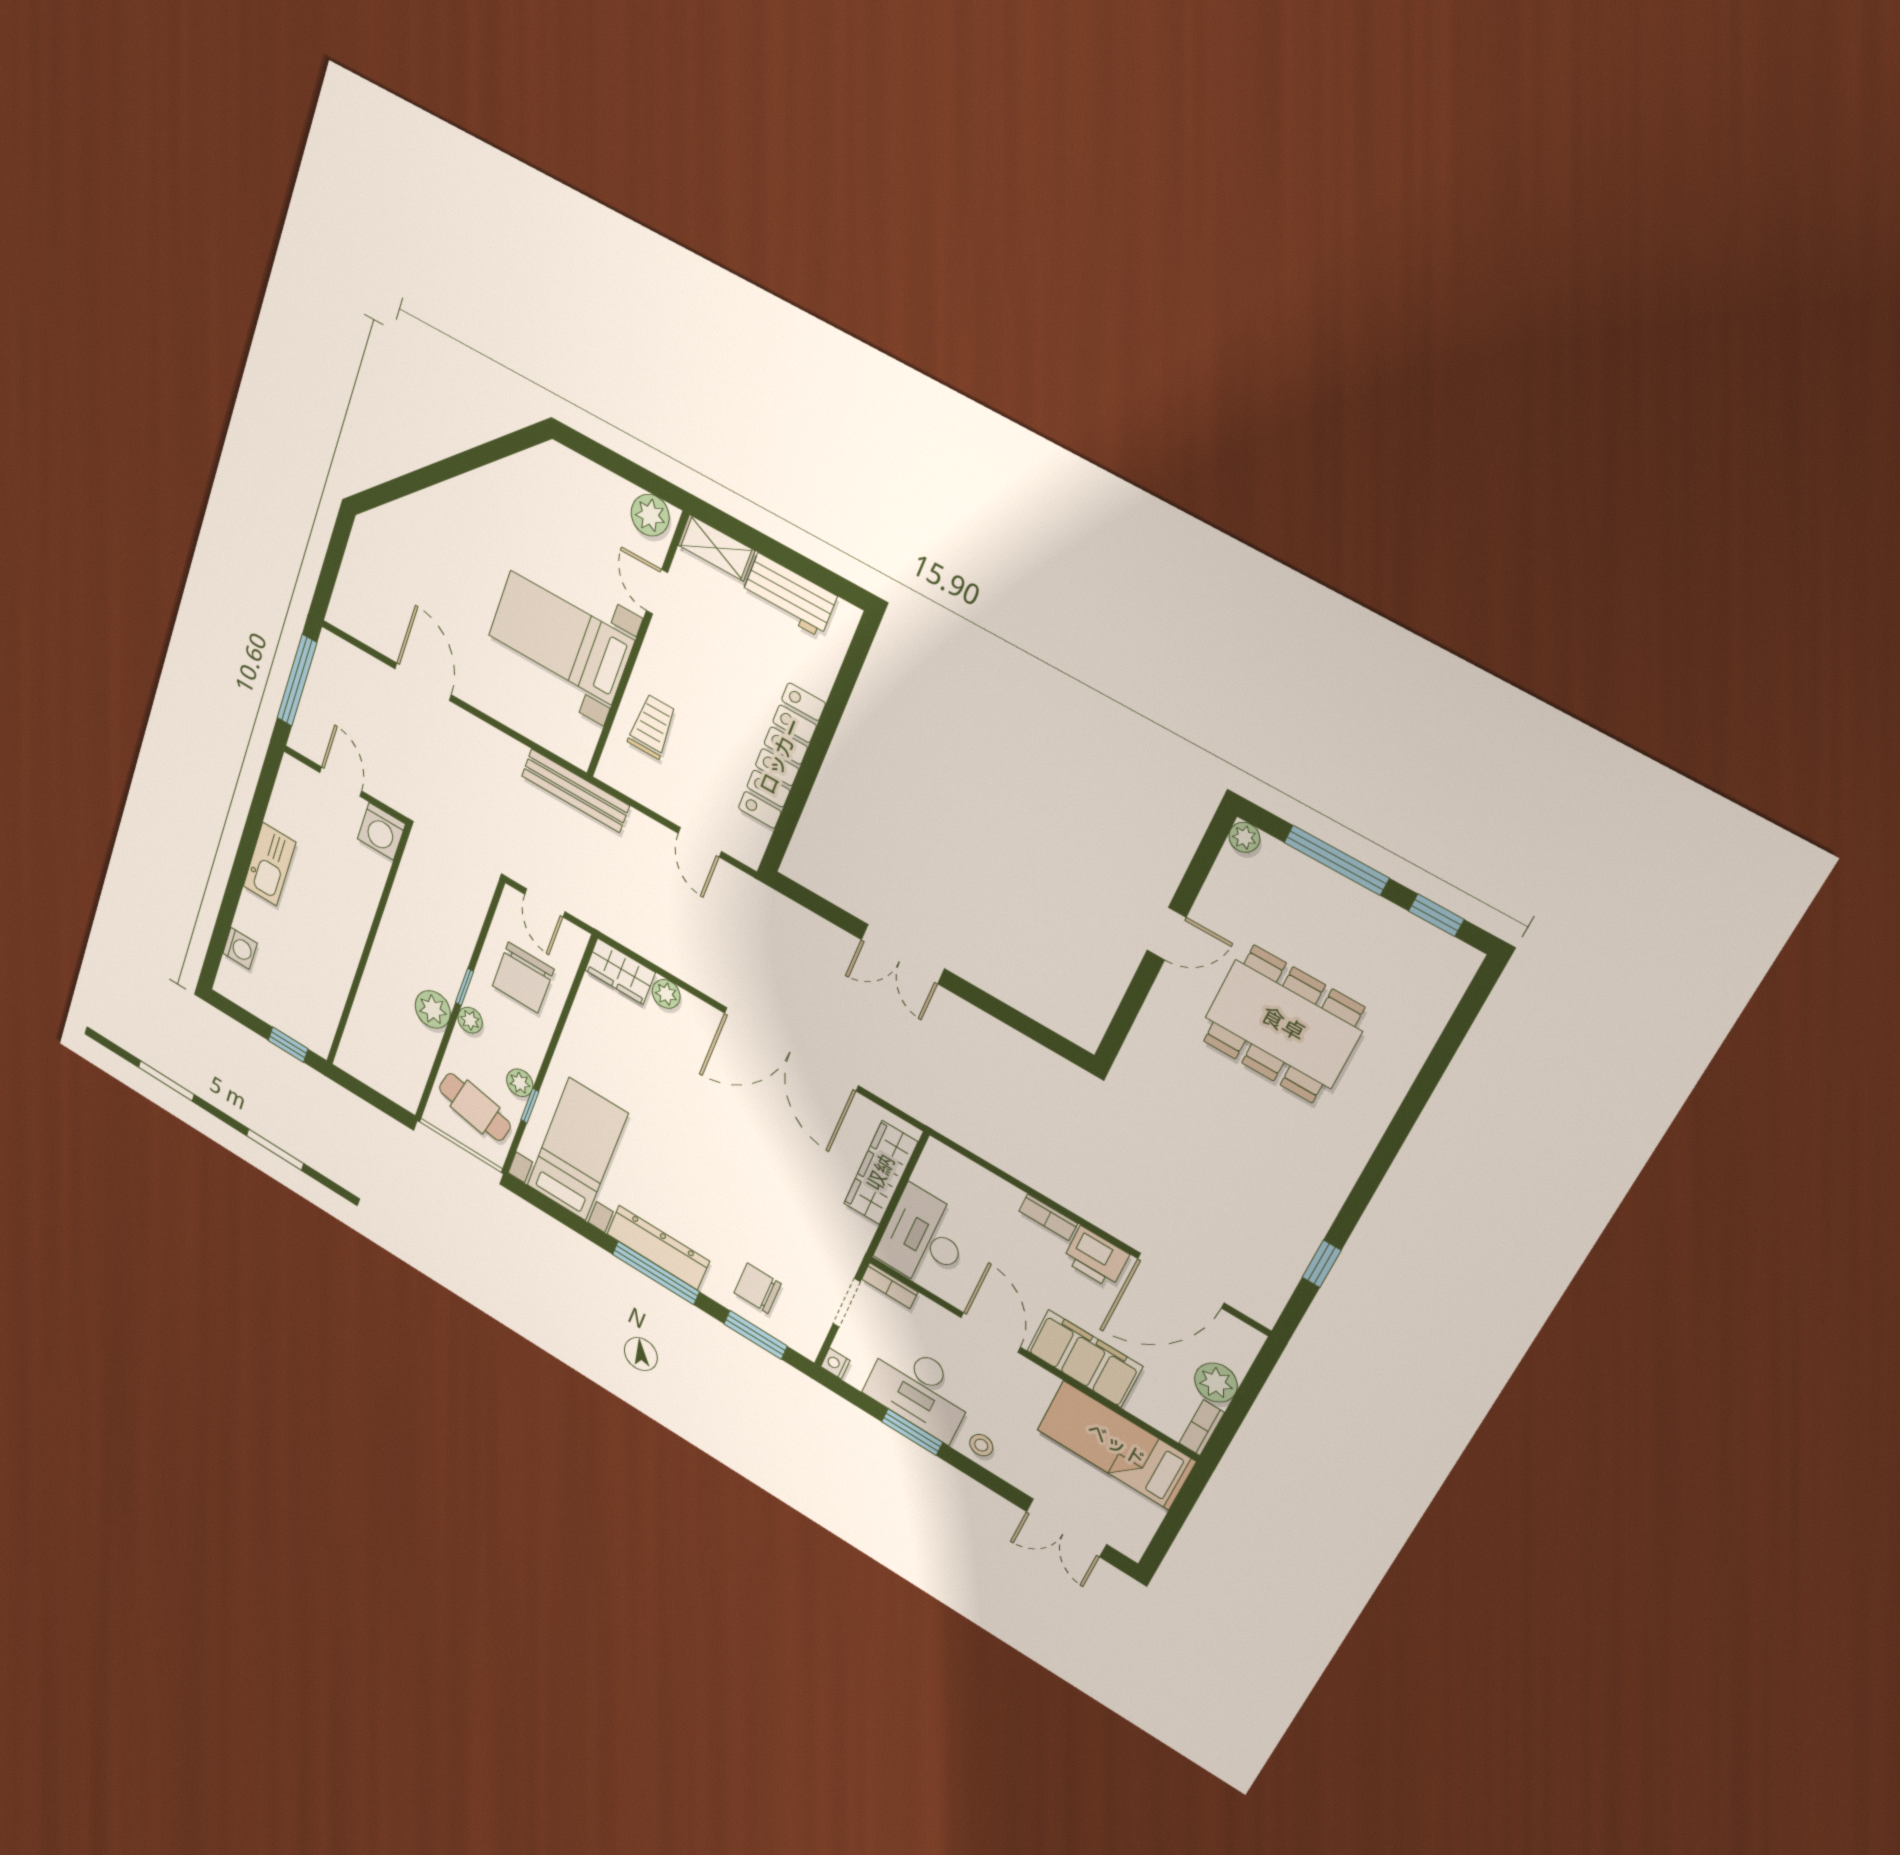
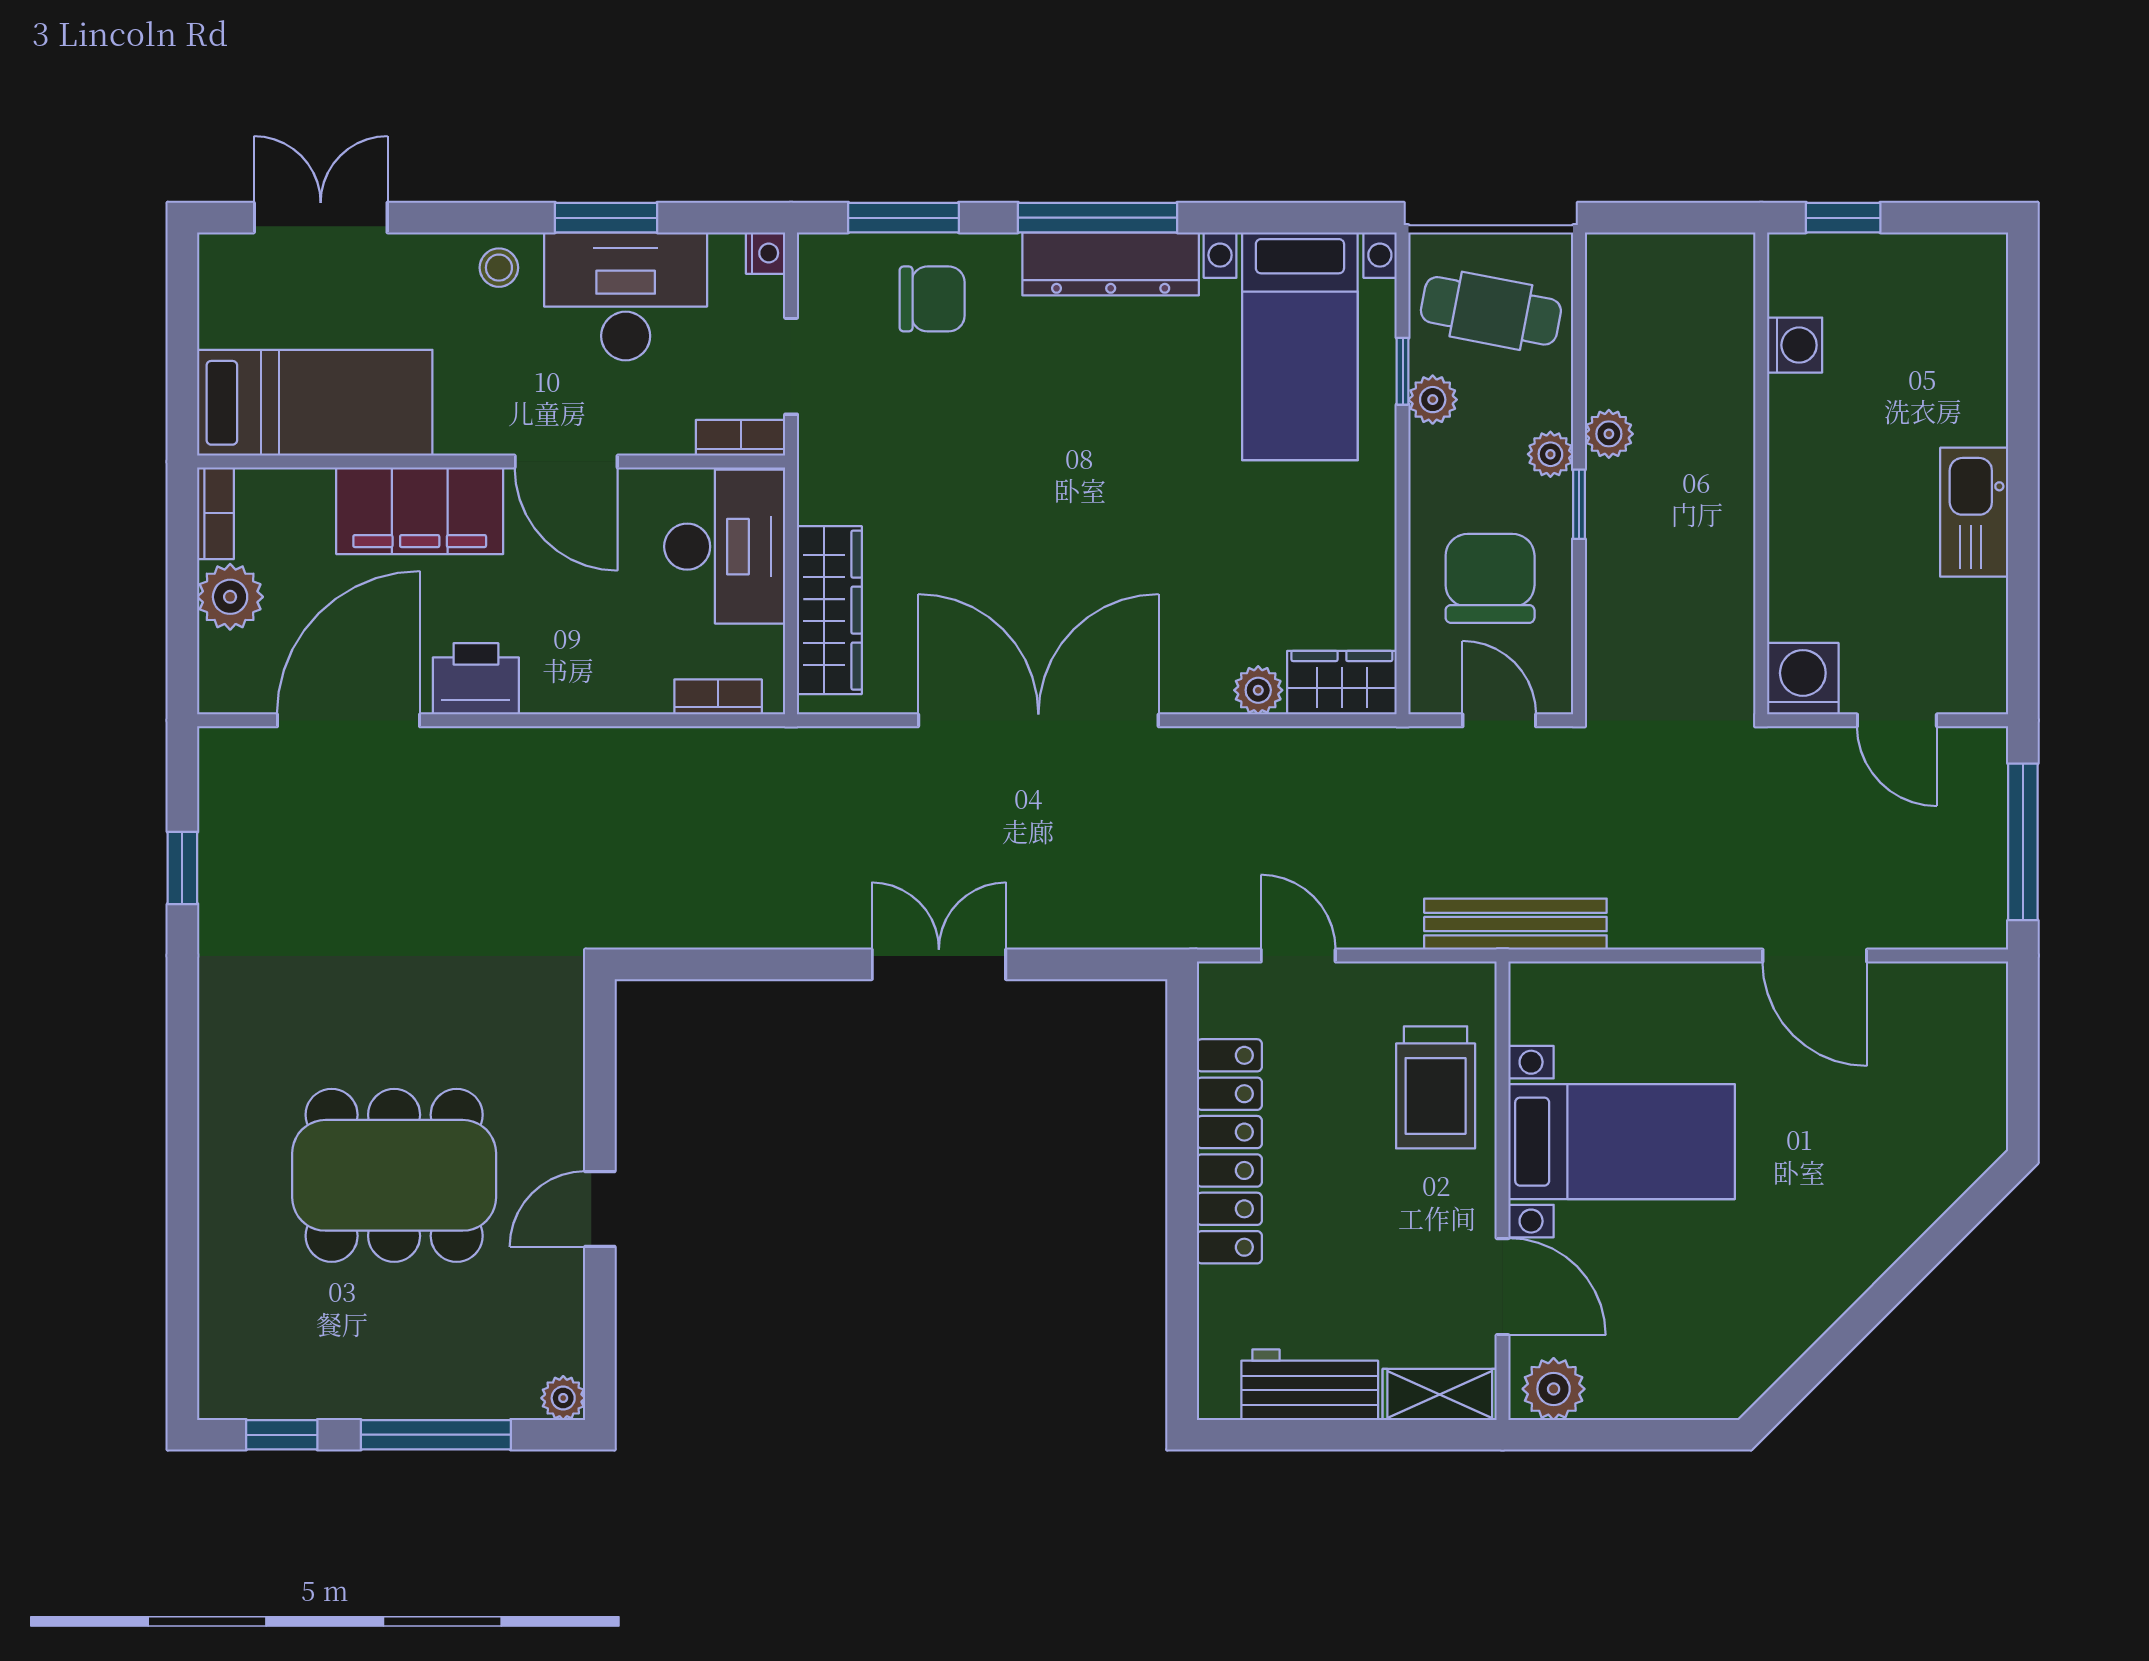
door: (657, 592) -> (1503, 1287), width x1.38
trolley: (652, 726) -> (1436, 1087), width x1.36, depth x1.39
washing machine: (240, 948) -> (1795, 345), moved, turned 180
plant: (433, 1009) -> (1609, 434), width x0.73, depth x0.73
bookcase: (1048, 1217) -> (718, 697), moved

